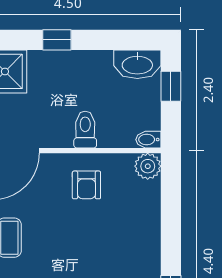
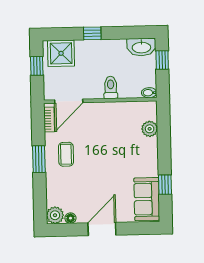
plant: (148, 166) -> (150, 129), moved
armchair: (86, 185) -> (112, 121), removed

